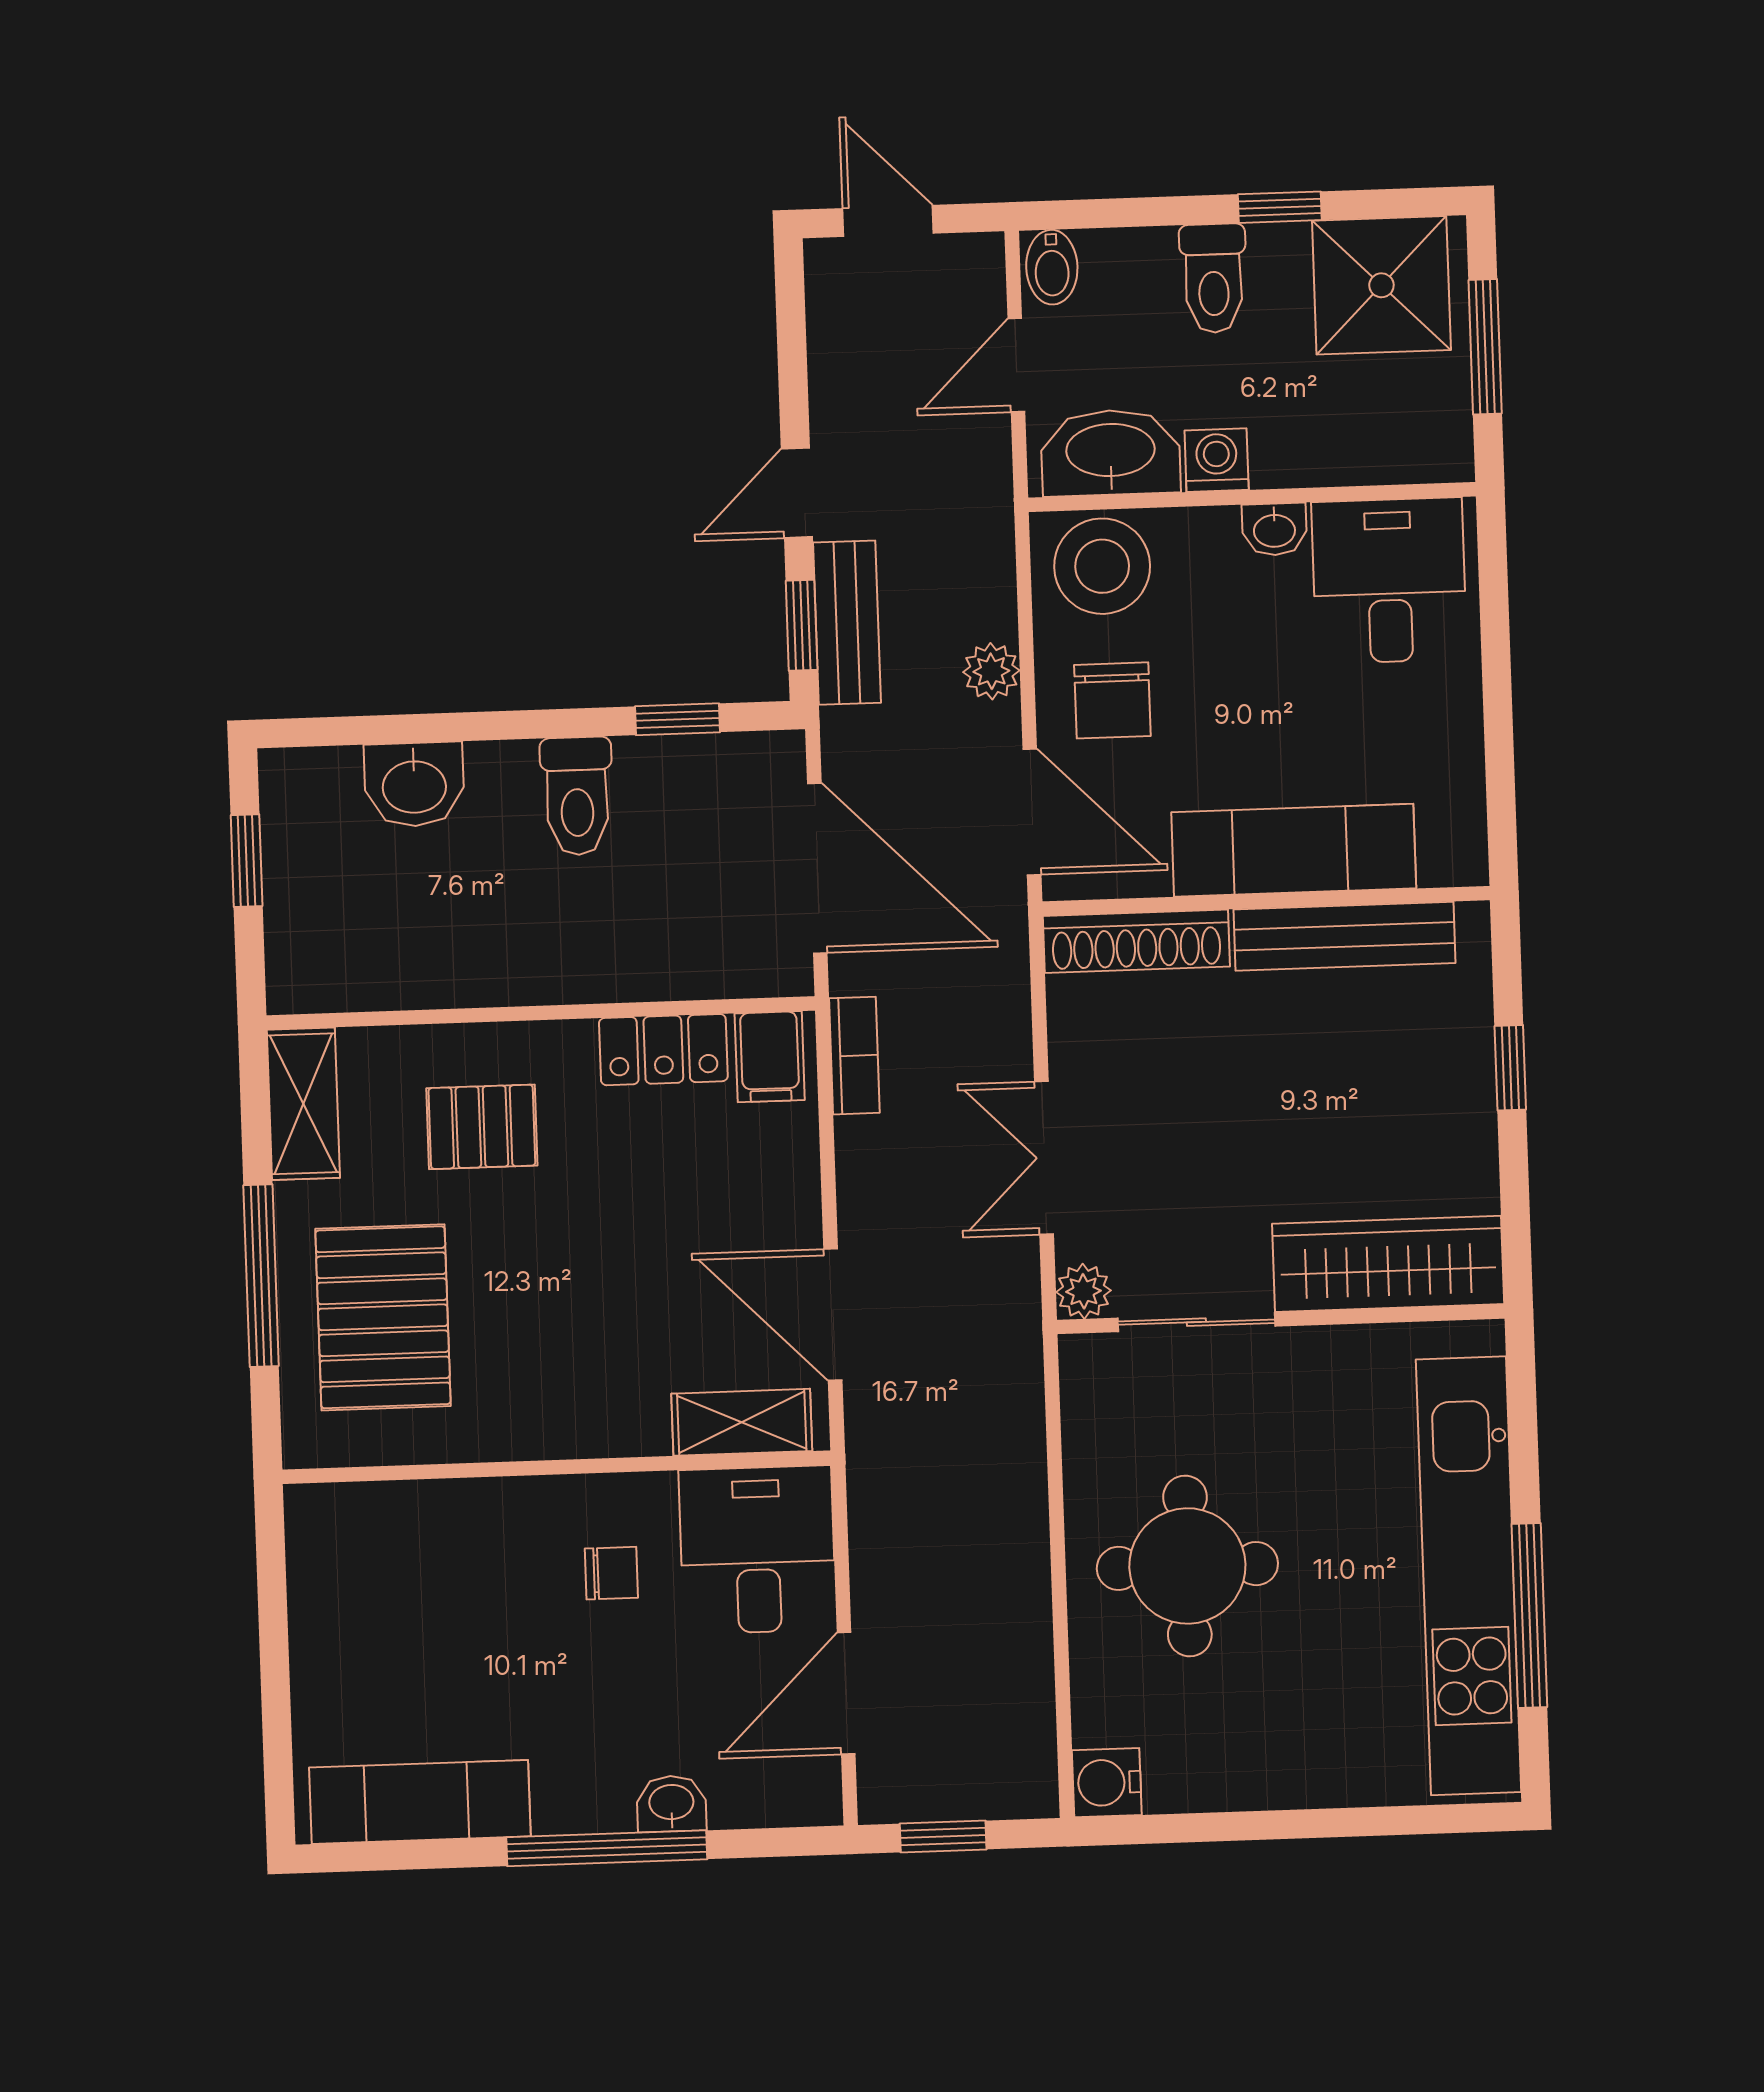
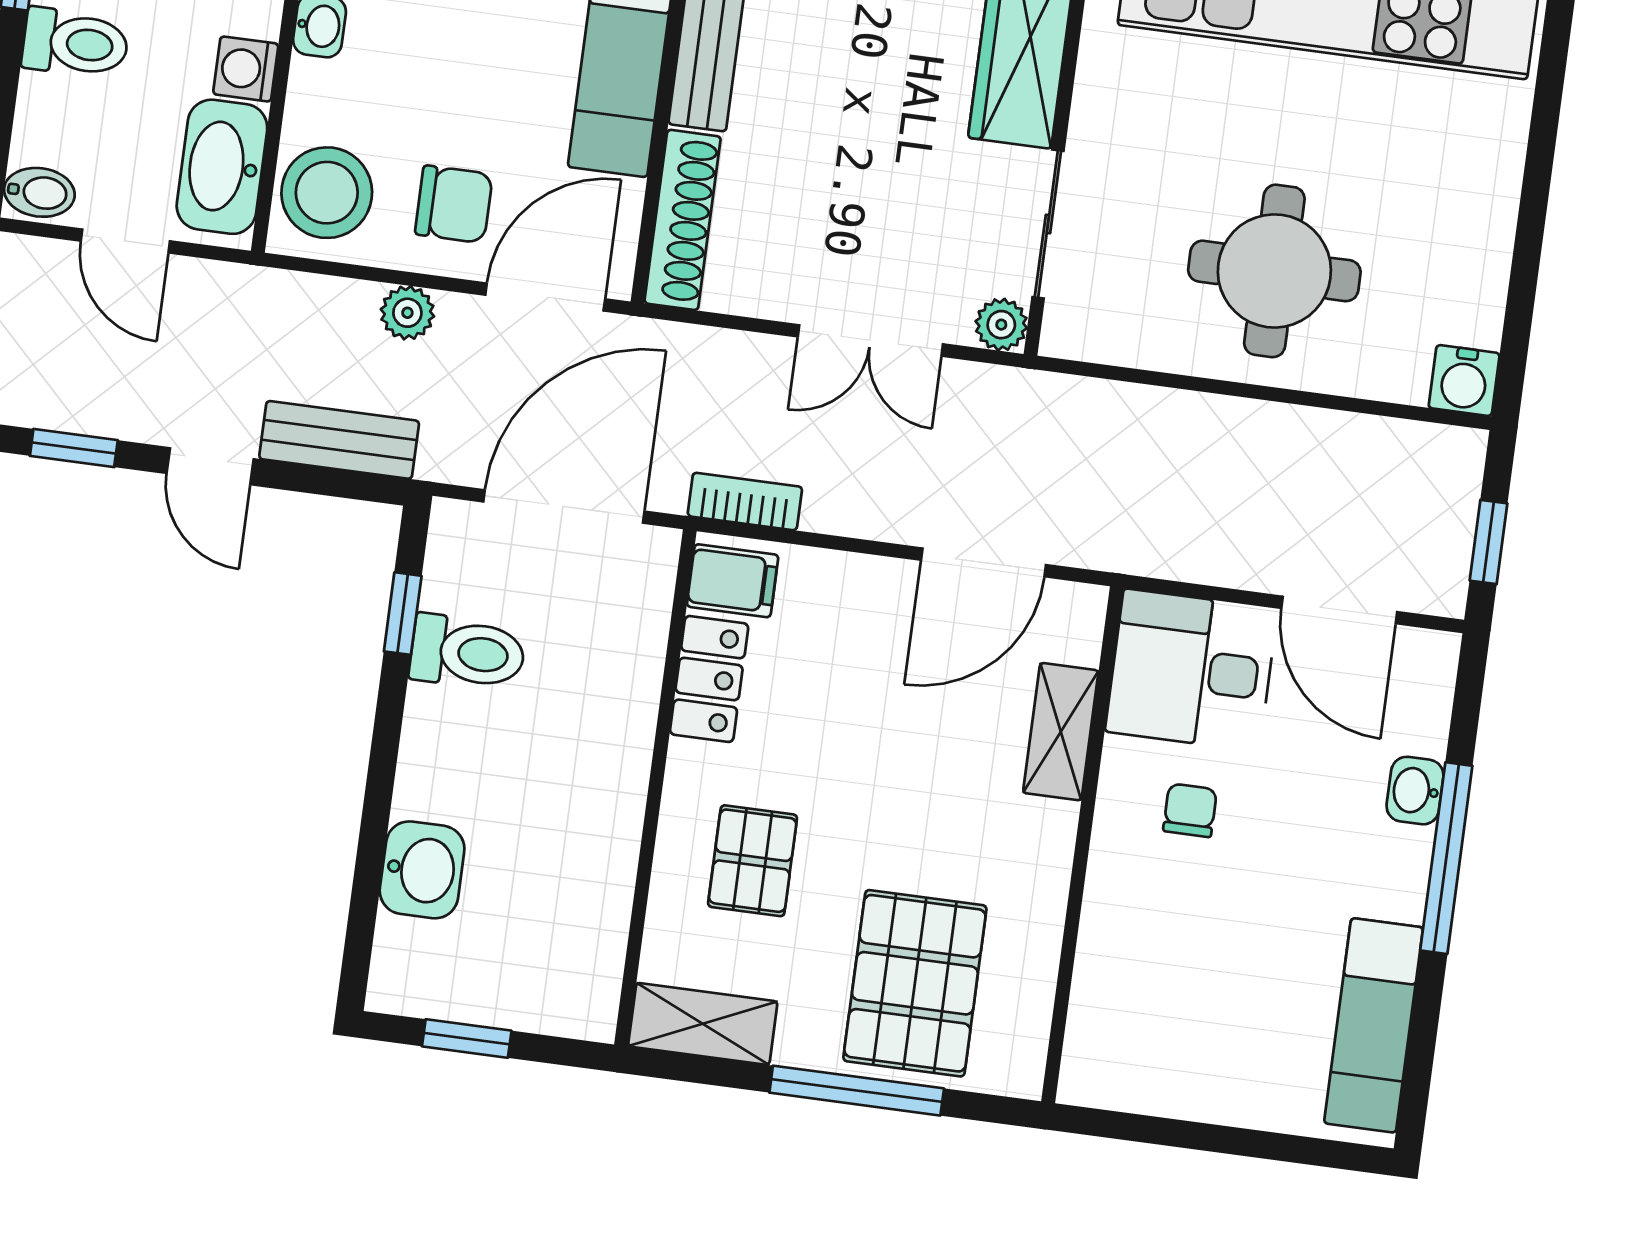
window: (802, 625) -> (74, 448), moved
toilet: (577, 796) -> (468, 653), moved
pallet: (383, 1317) -> (915, 983), turned 90
shelving: (742, 1422) -> (1061, 732), moved

